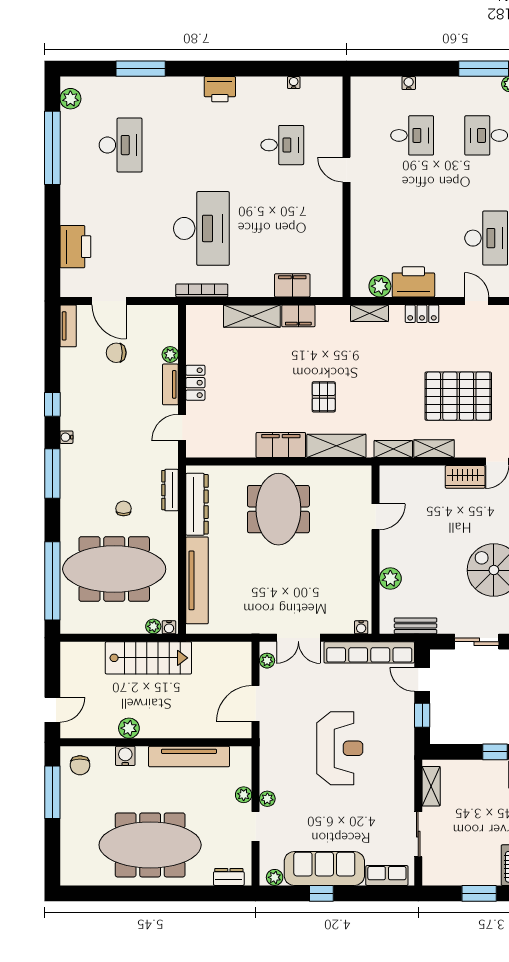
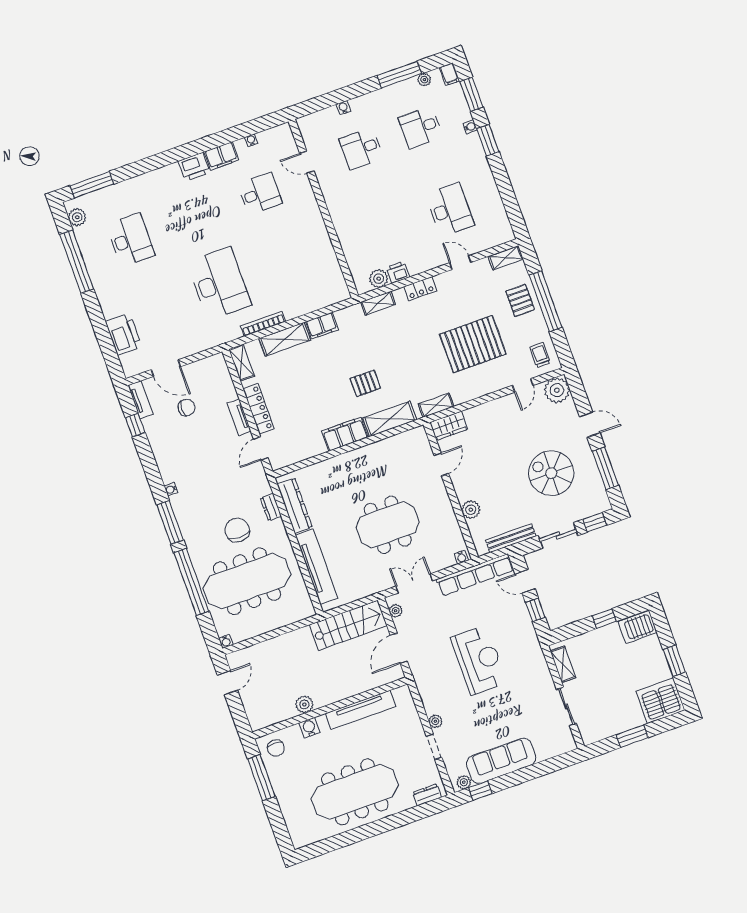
window: (141, 69) -> (92, 185), moved
desk: (412, 135) -> (361, 149), turned 180
door: (347, 170) -> (307, 162), moved
printer: (413, 282) -> (398, 272), width x0.53, depth x0.68
filing cabinet: (292, 285) -> (221, 156), moved, turned 180
bookcase: (202, 290) -> (263, 324), moved
chair: (116, 353) -> (187, 407), turned 180
plant: (170, 354) -> (230, 393), removed
locker: (195, 383) -> (259, 409), width x1.53
pallet: (324, 397) -> (365, 383), turned 90
window: (52, 404) -> (135, 425), moved
shelving: (434, 449) -> (242, 363), moved, turned 90
wardrobe: (465, 477) -> (449, 426), moved
dresser: (170, 490) -> (271, 507), width x0.70
chair: (124, 508) -> (237, 530), width x1.87, depth x1.87
meeting table: (278, 509) -> (388, 525), moved, turned 90
window: (52, 581) -> (191, 582), moved
plant: (153, 626) -> (295, 616), removed
bench: (416, 626) -> (511, 538), width x1.36
water cooler: (169, 627) -> (226, 641), moved
double door: (298, 638) -> (414, 583), swing flipped
stairs: (148, 658) -> (348, 625), moved
door: (52, 710) -> (227, 683), moved
plant: (244, 795) -> (415, 725), removed
row of seats: (387, 876) -> (553, 748), removed
window: (321, 893) -> (480, 791), moved

